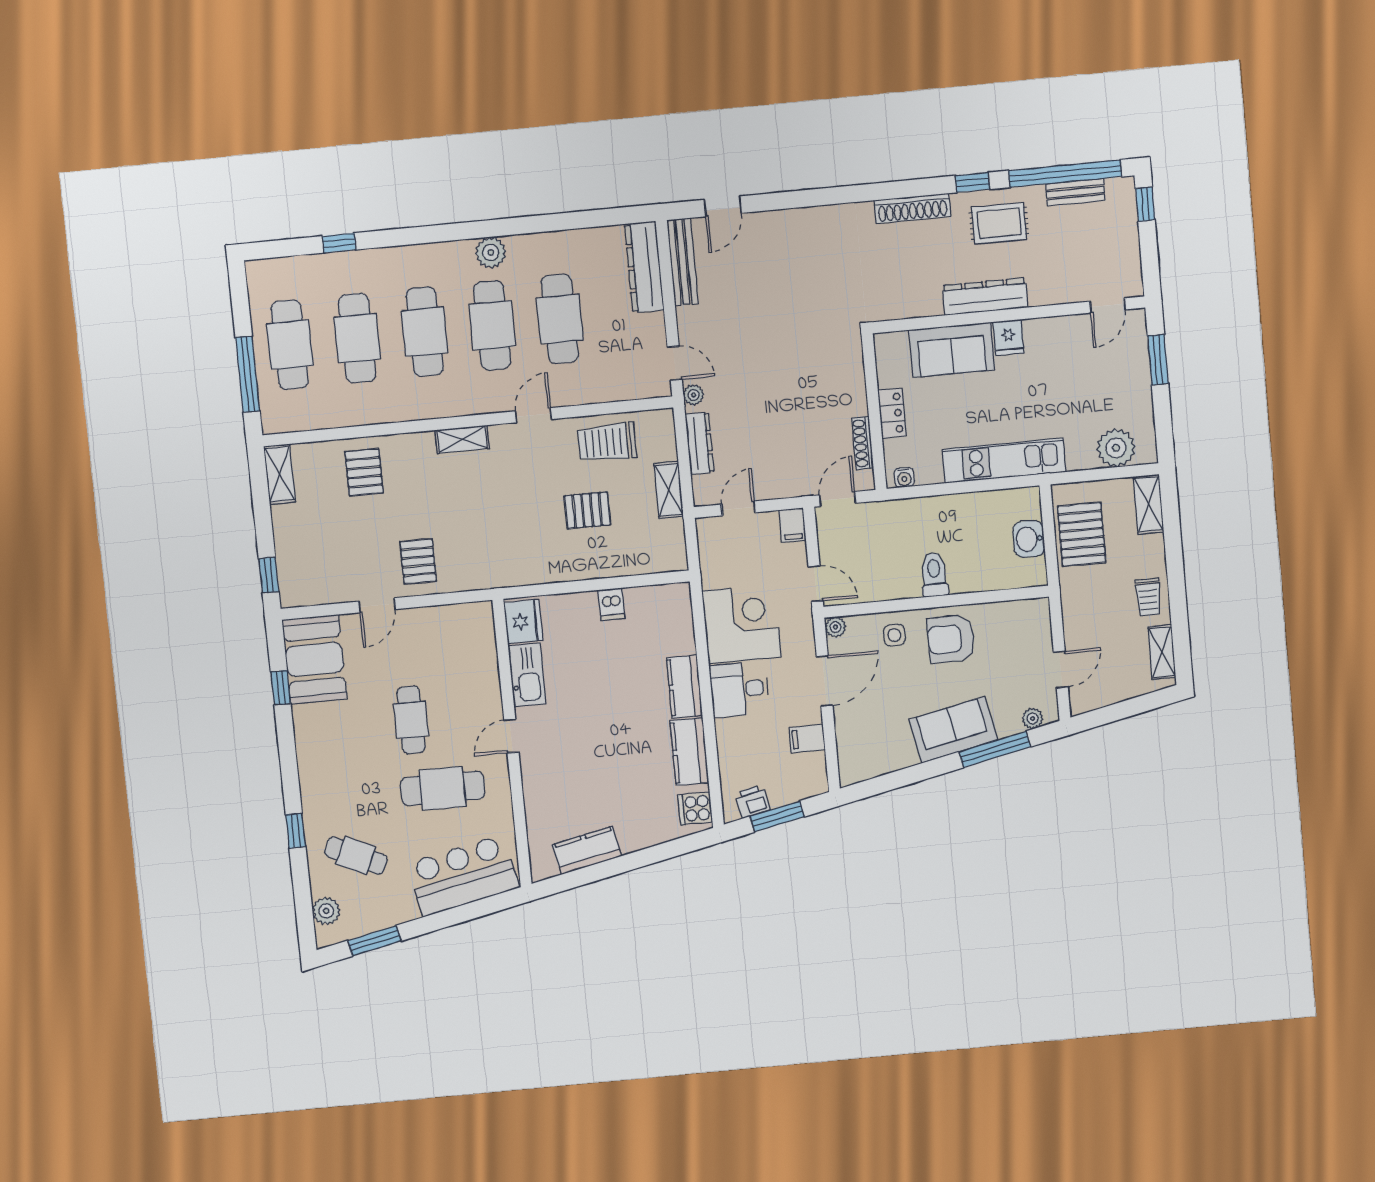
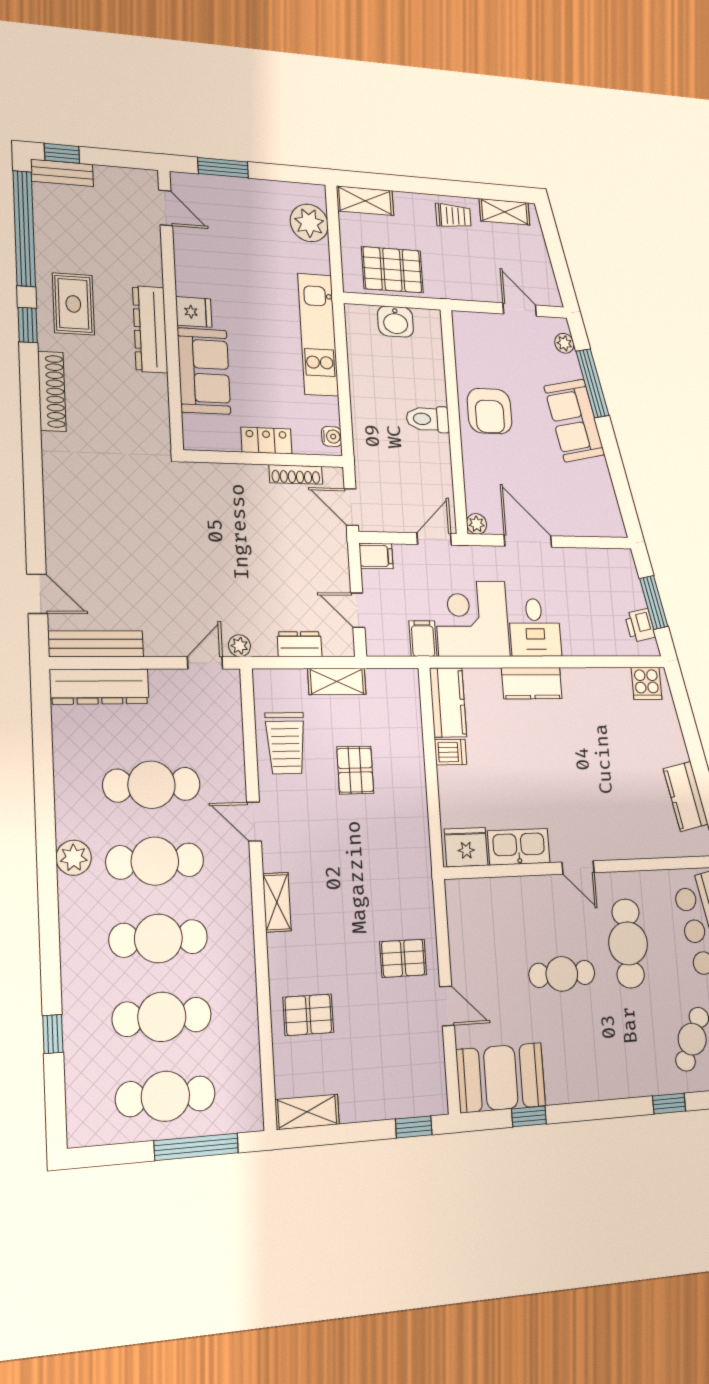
bench: (1075, 192) -> (62, 173), moved, turned 90
dresser: (700, 443) -> (299, 644), width x0.70
side table: (894, 635) -> (485, 466), removed
filing cabinet: (807, 739) -> (423, 639), moved, turned 180
kitchen counter: (689, 752) -> (448, 702), moved, turned -90

